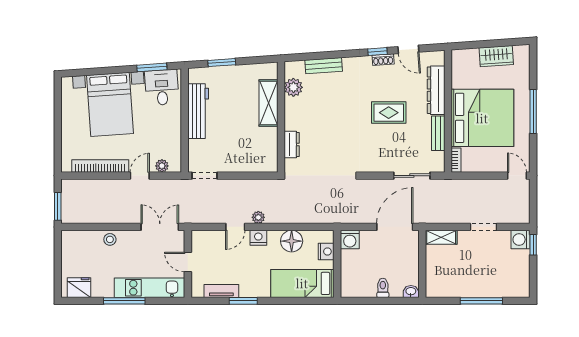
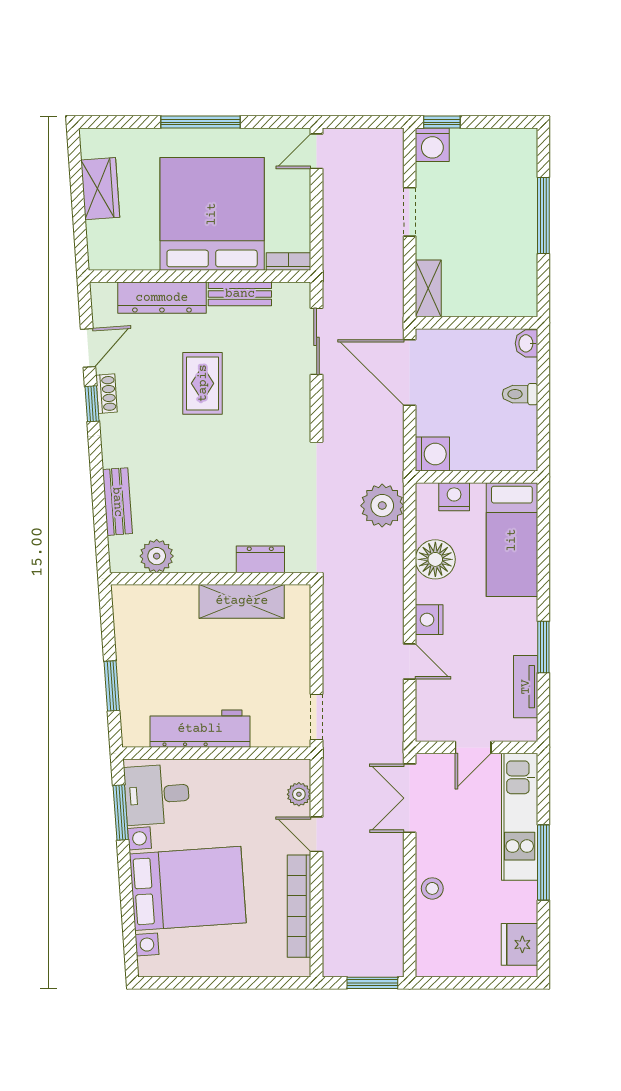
shelving: (268, 103) -> (242, 601), moved
plant: (258, 217) -> (382, 506), moved, width x1.88, depth x1.88

